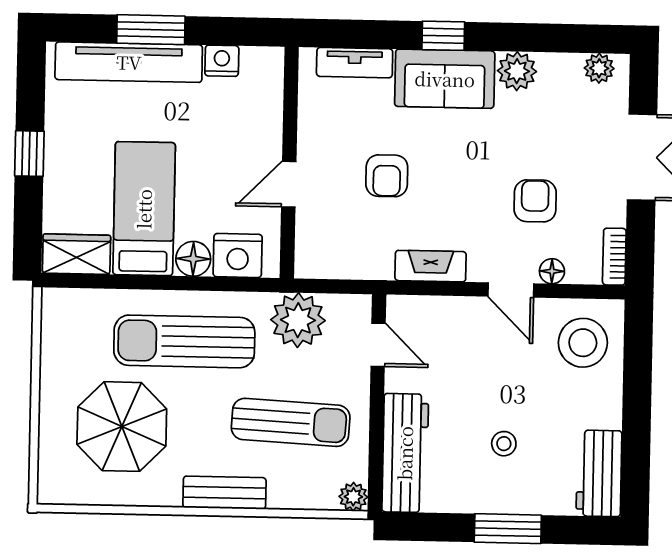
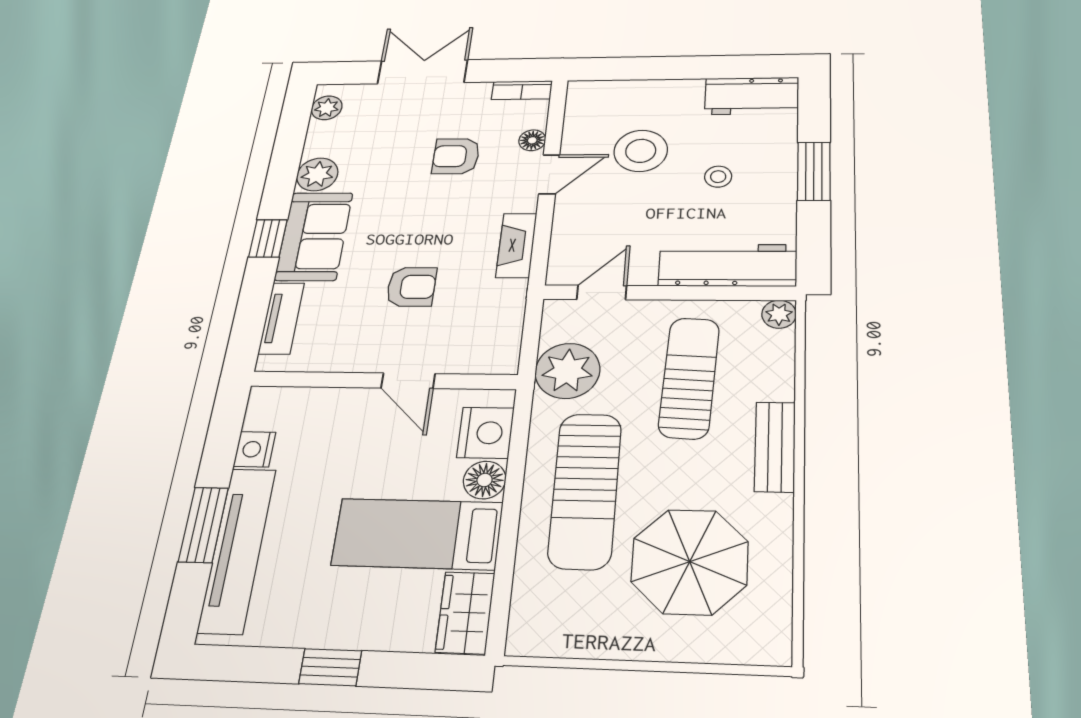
stool: (583, 343) -> (641, 151), moved

